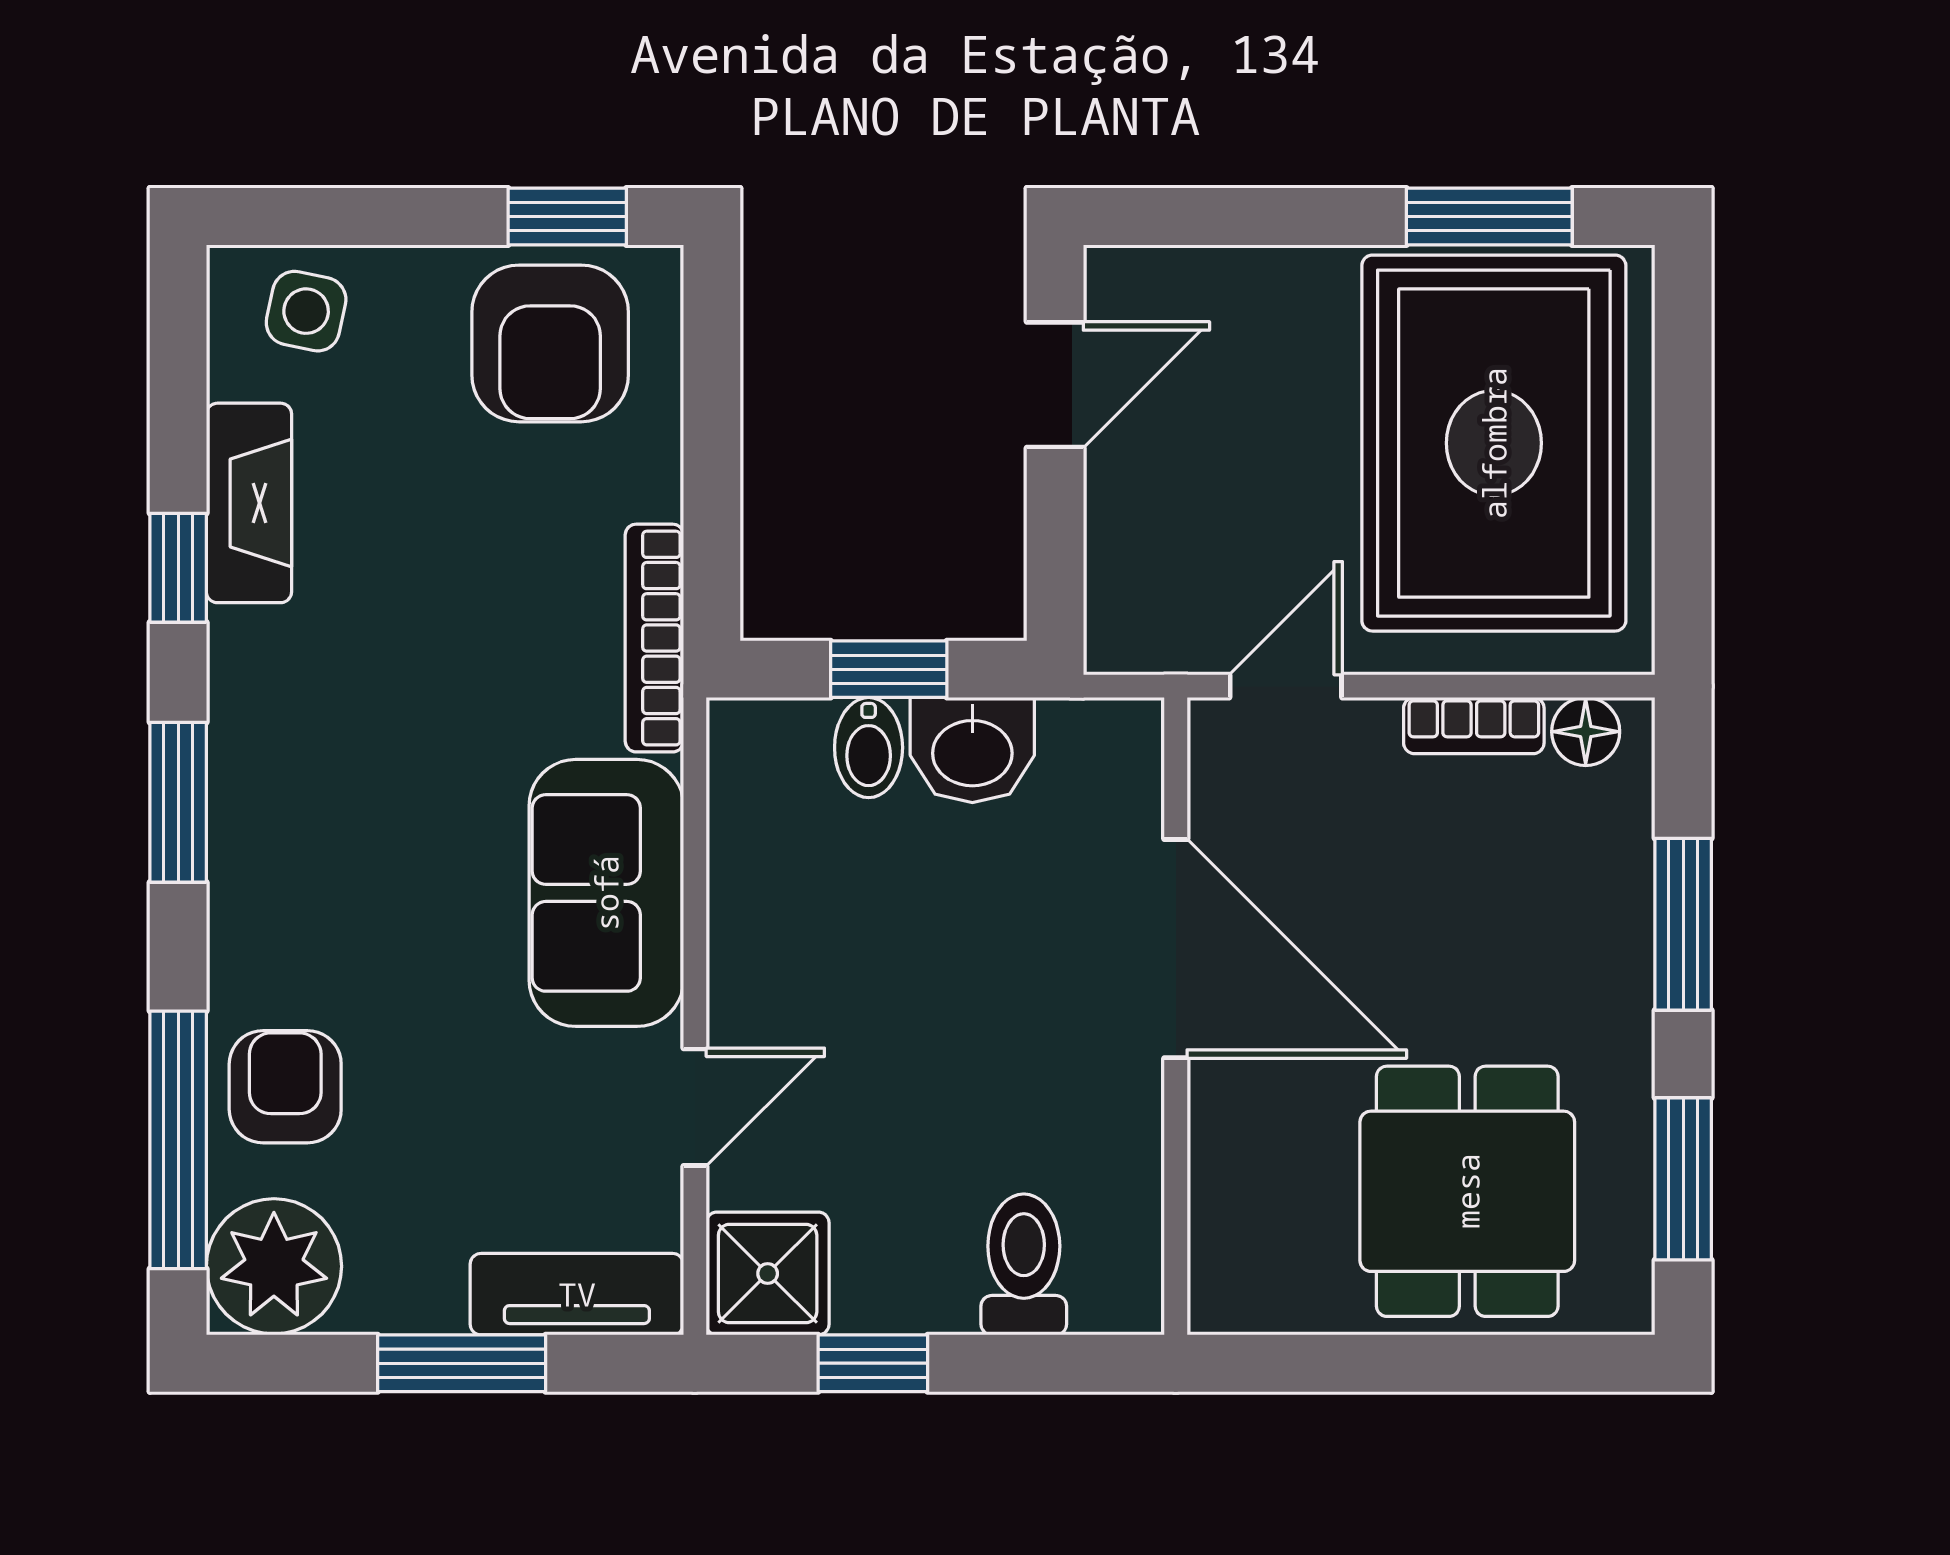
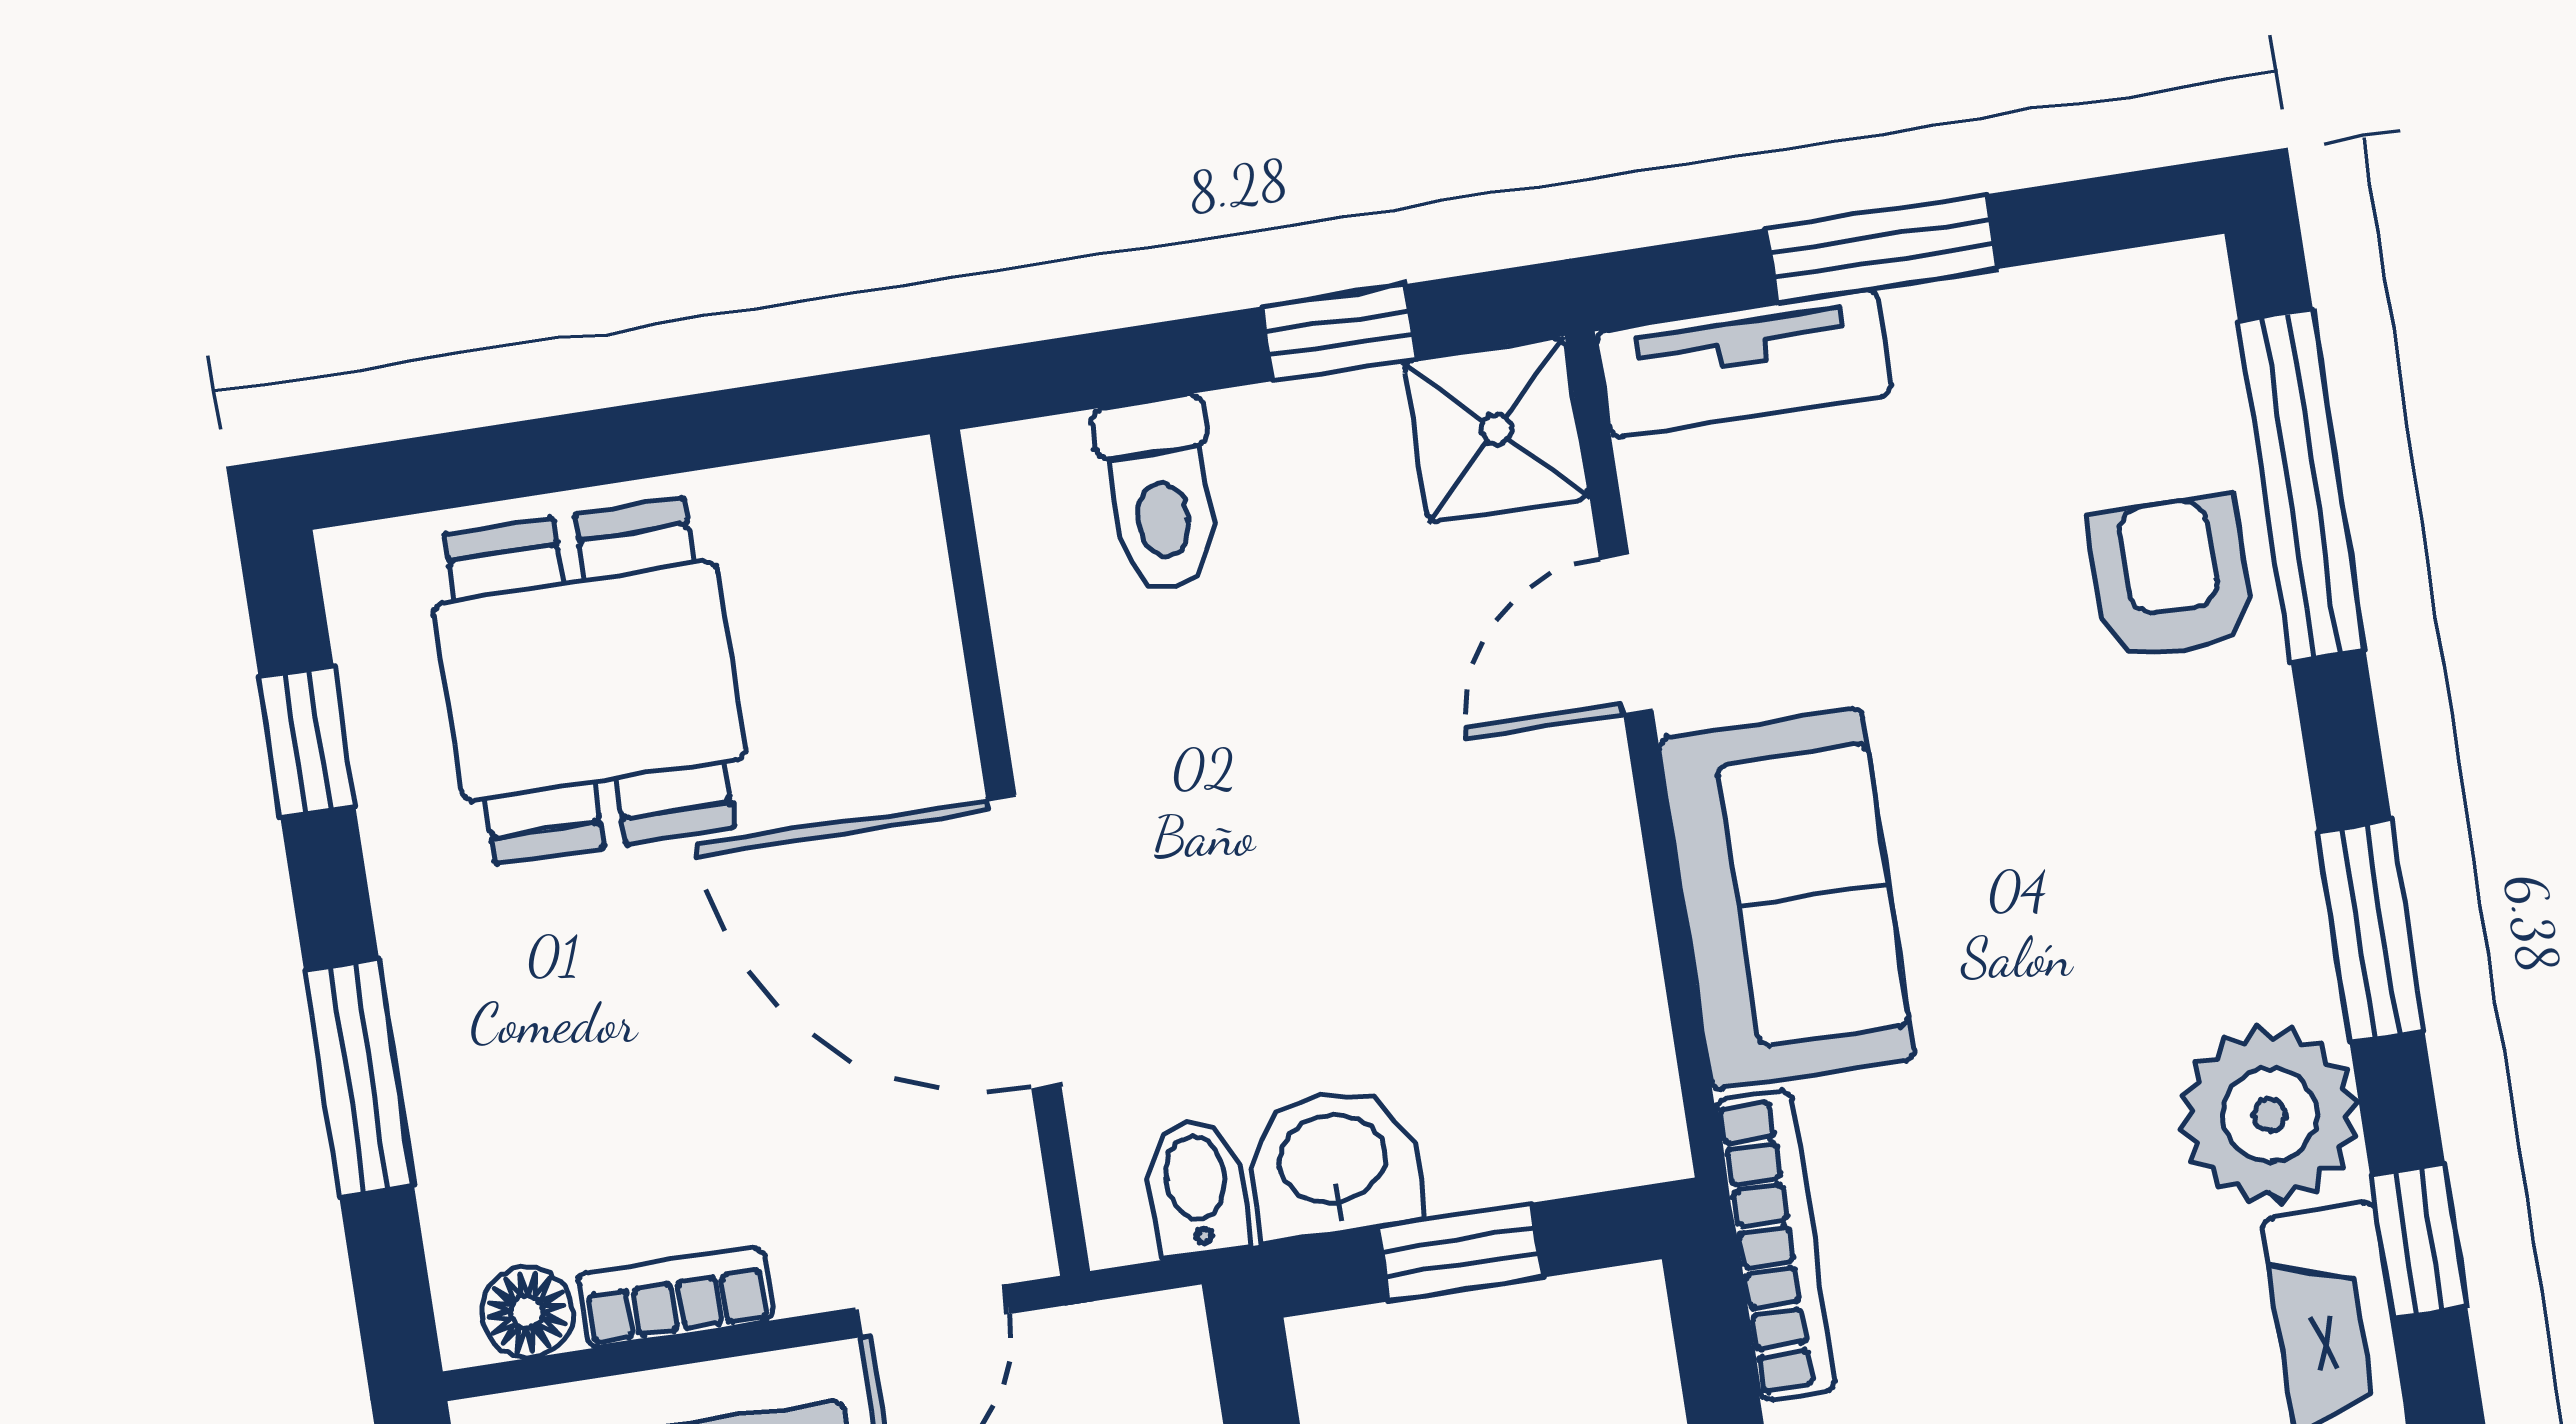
bidet: (869, 748) -> (1197, 1187), moved
armchair: (285, 1087) -> (2171, 578), turned 180
window: (1683, 1179) -> (307, 742), width x0.67
plant: (274, 1266) -> (2270, 1115), moved

